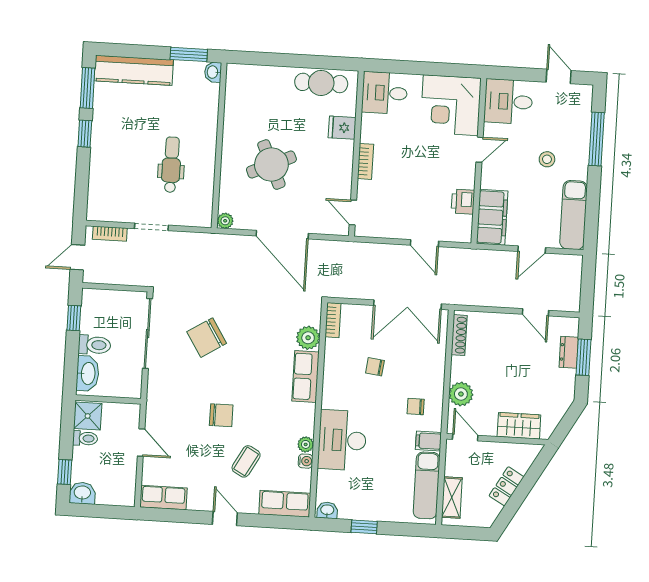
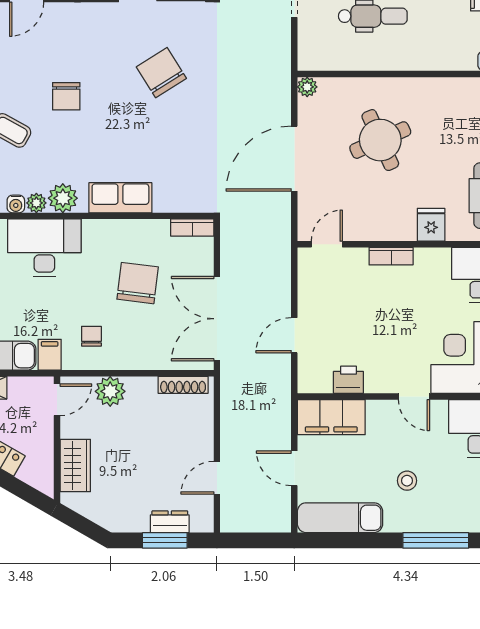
plant: (308, 338) -> (63, 198), moved
chair: (375, 367) -> (138, 283), width x1.87, depth x1.87

